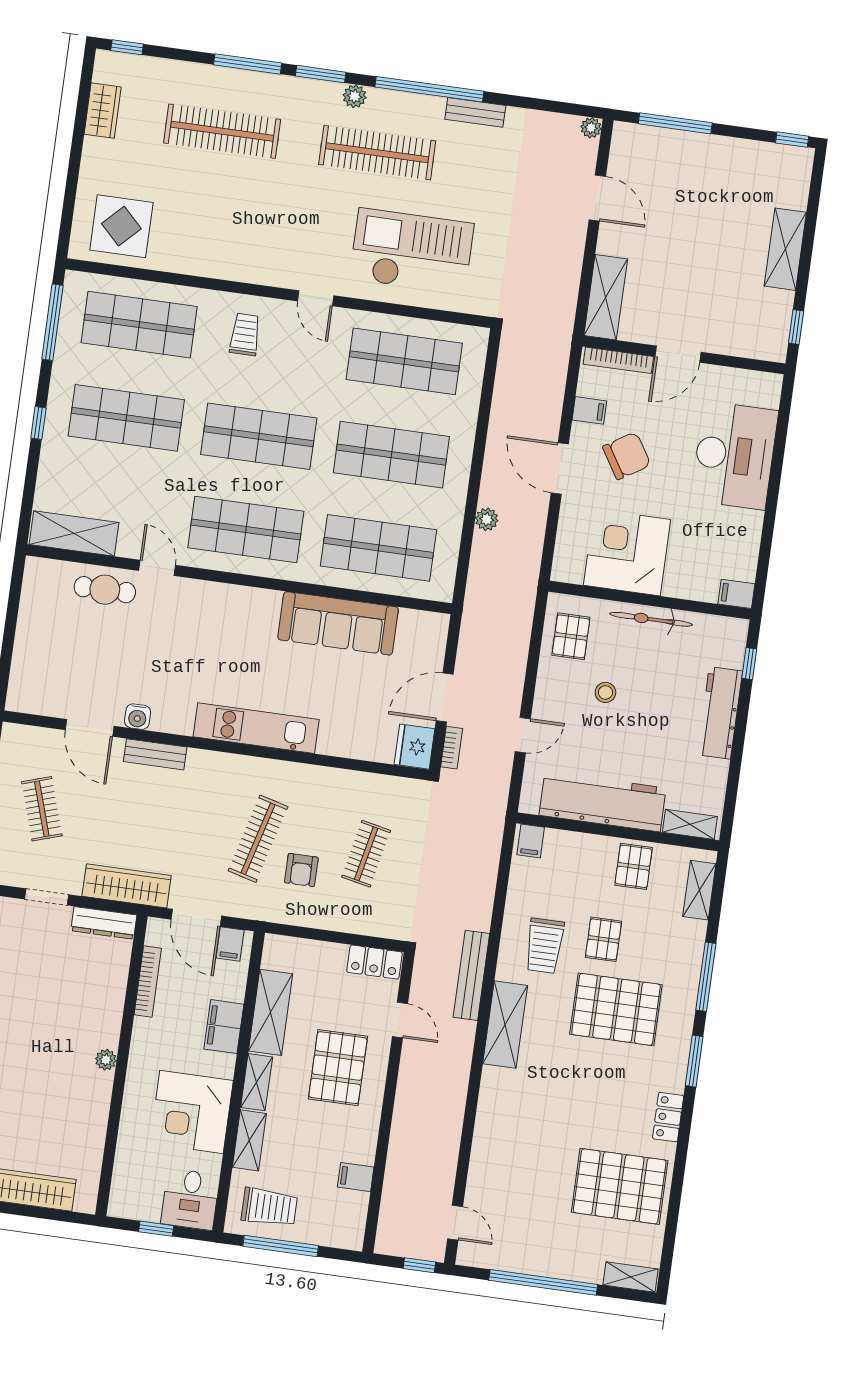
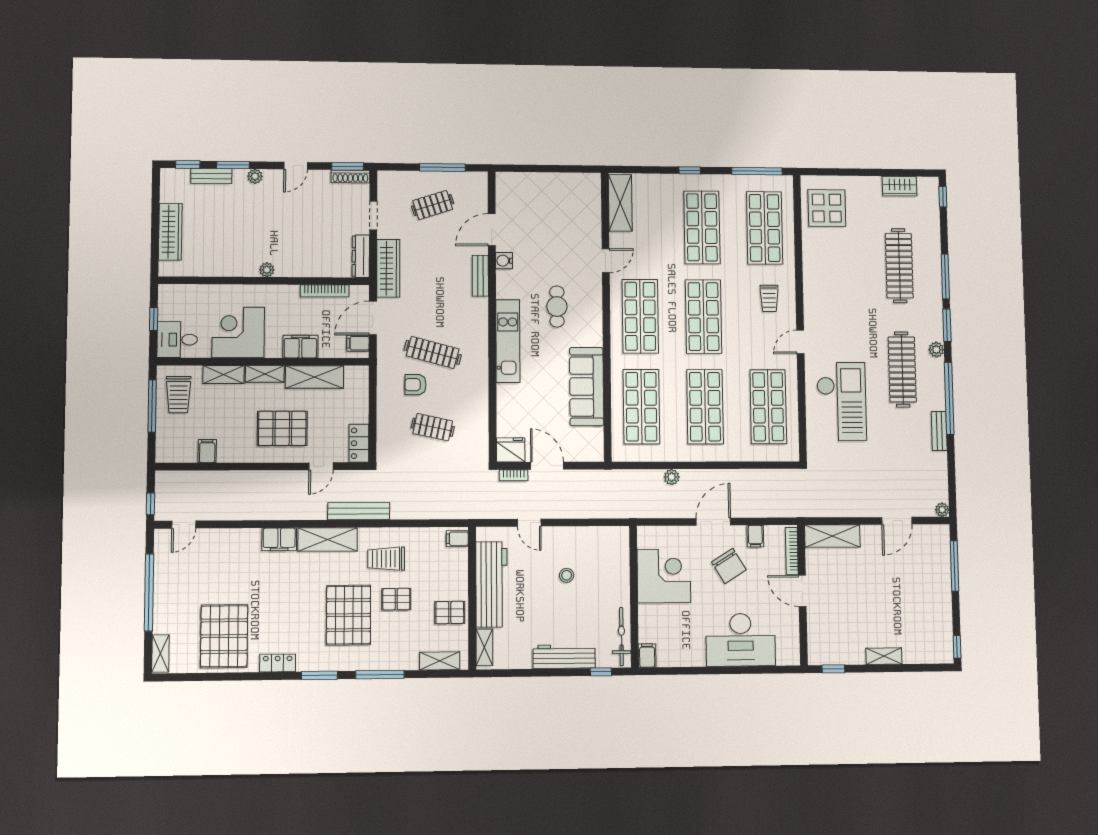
shelving: (785, 249) -> (884, 656), width x0.67, depth x0.75
trolley: (245, 334) -> (769, 298), turned 90
cafe table: (105, 590) -> (557, 307), moved
bicycle: (651, 619) -> (621, 637), moved
pallet: (571, 636) -> (601, 546), removed
filing cabinet: (495, 1092) -> (279, 539), added

